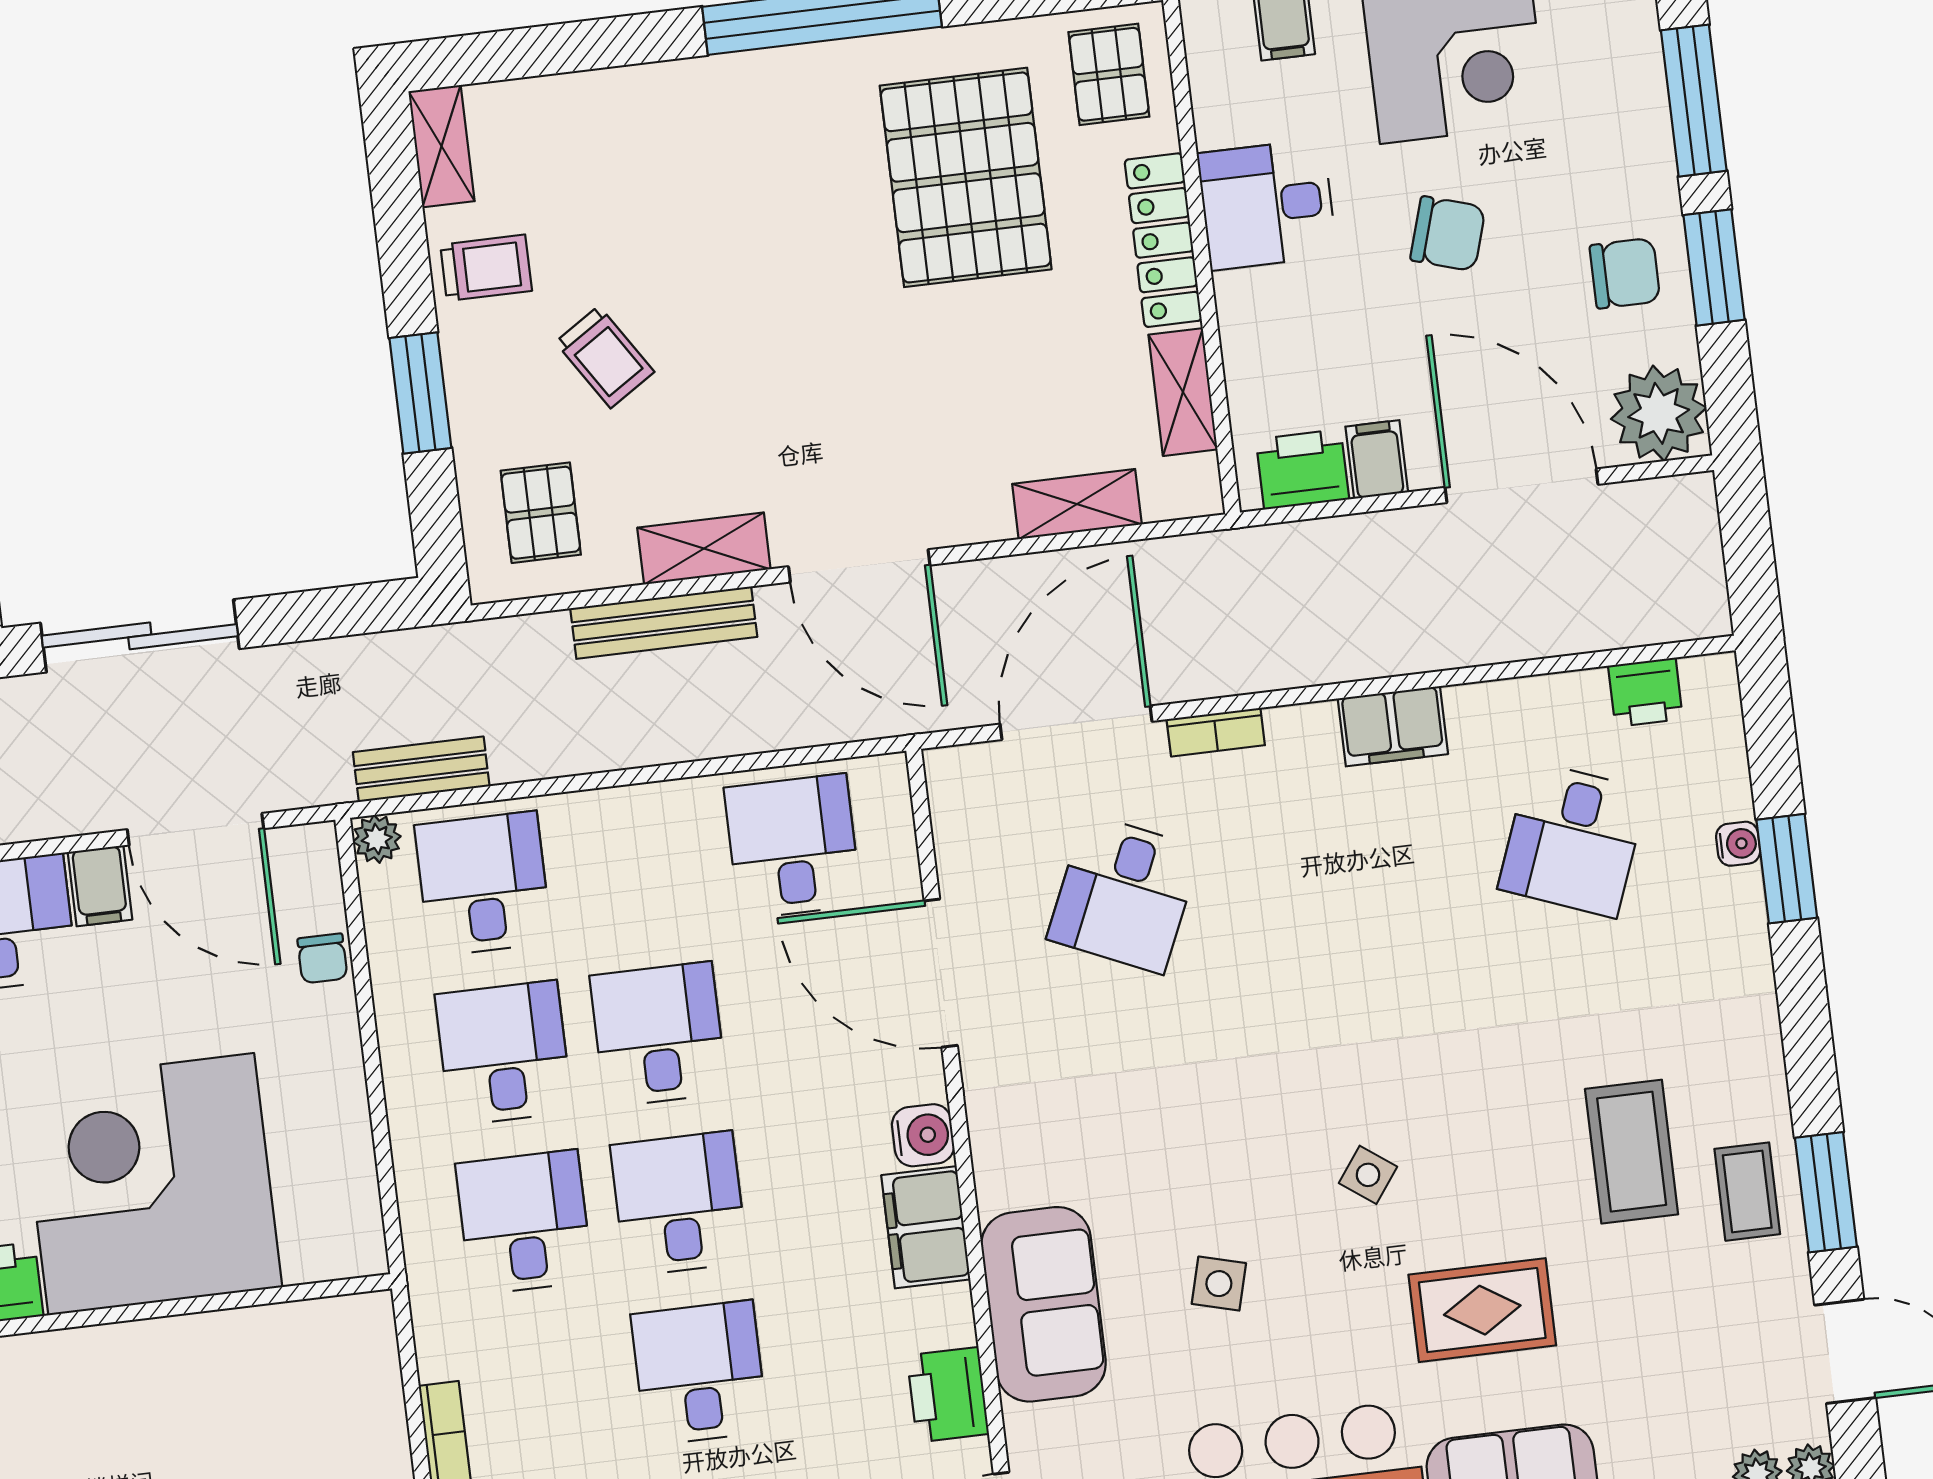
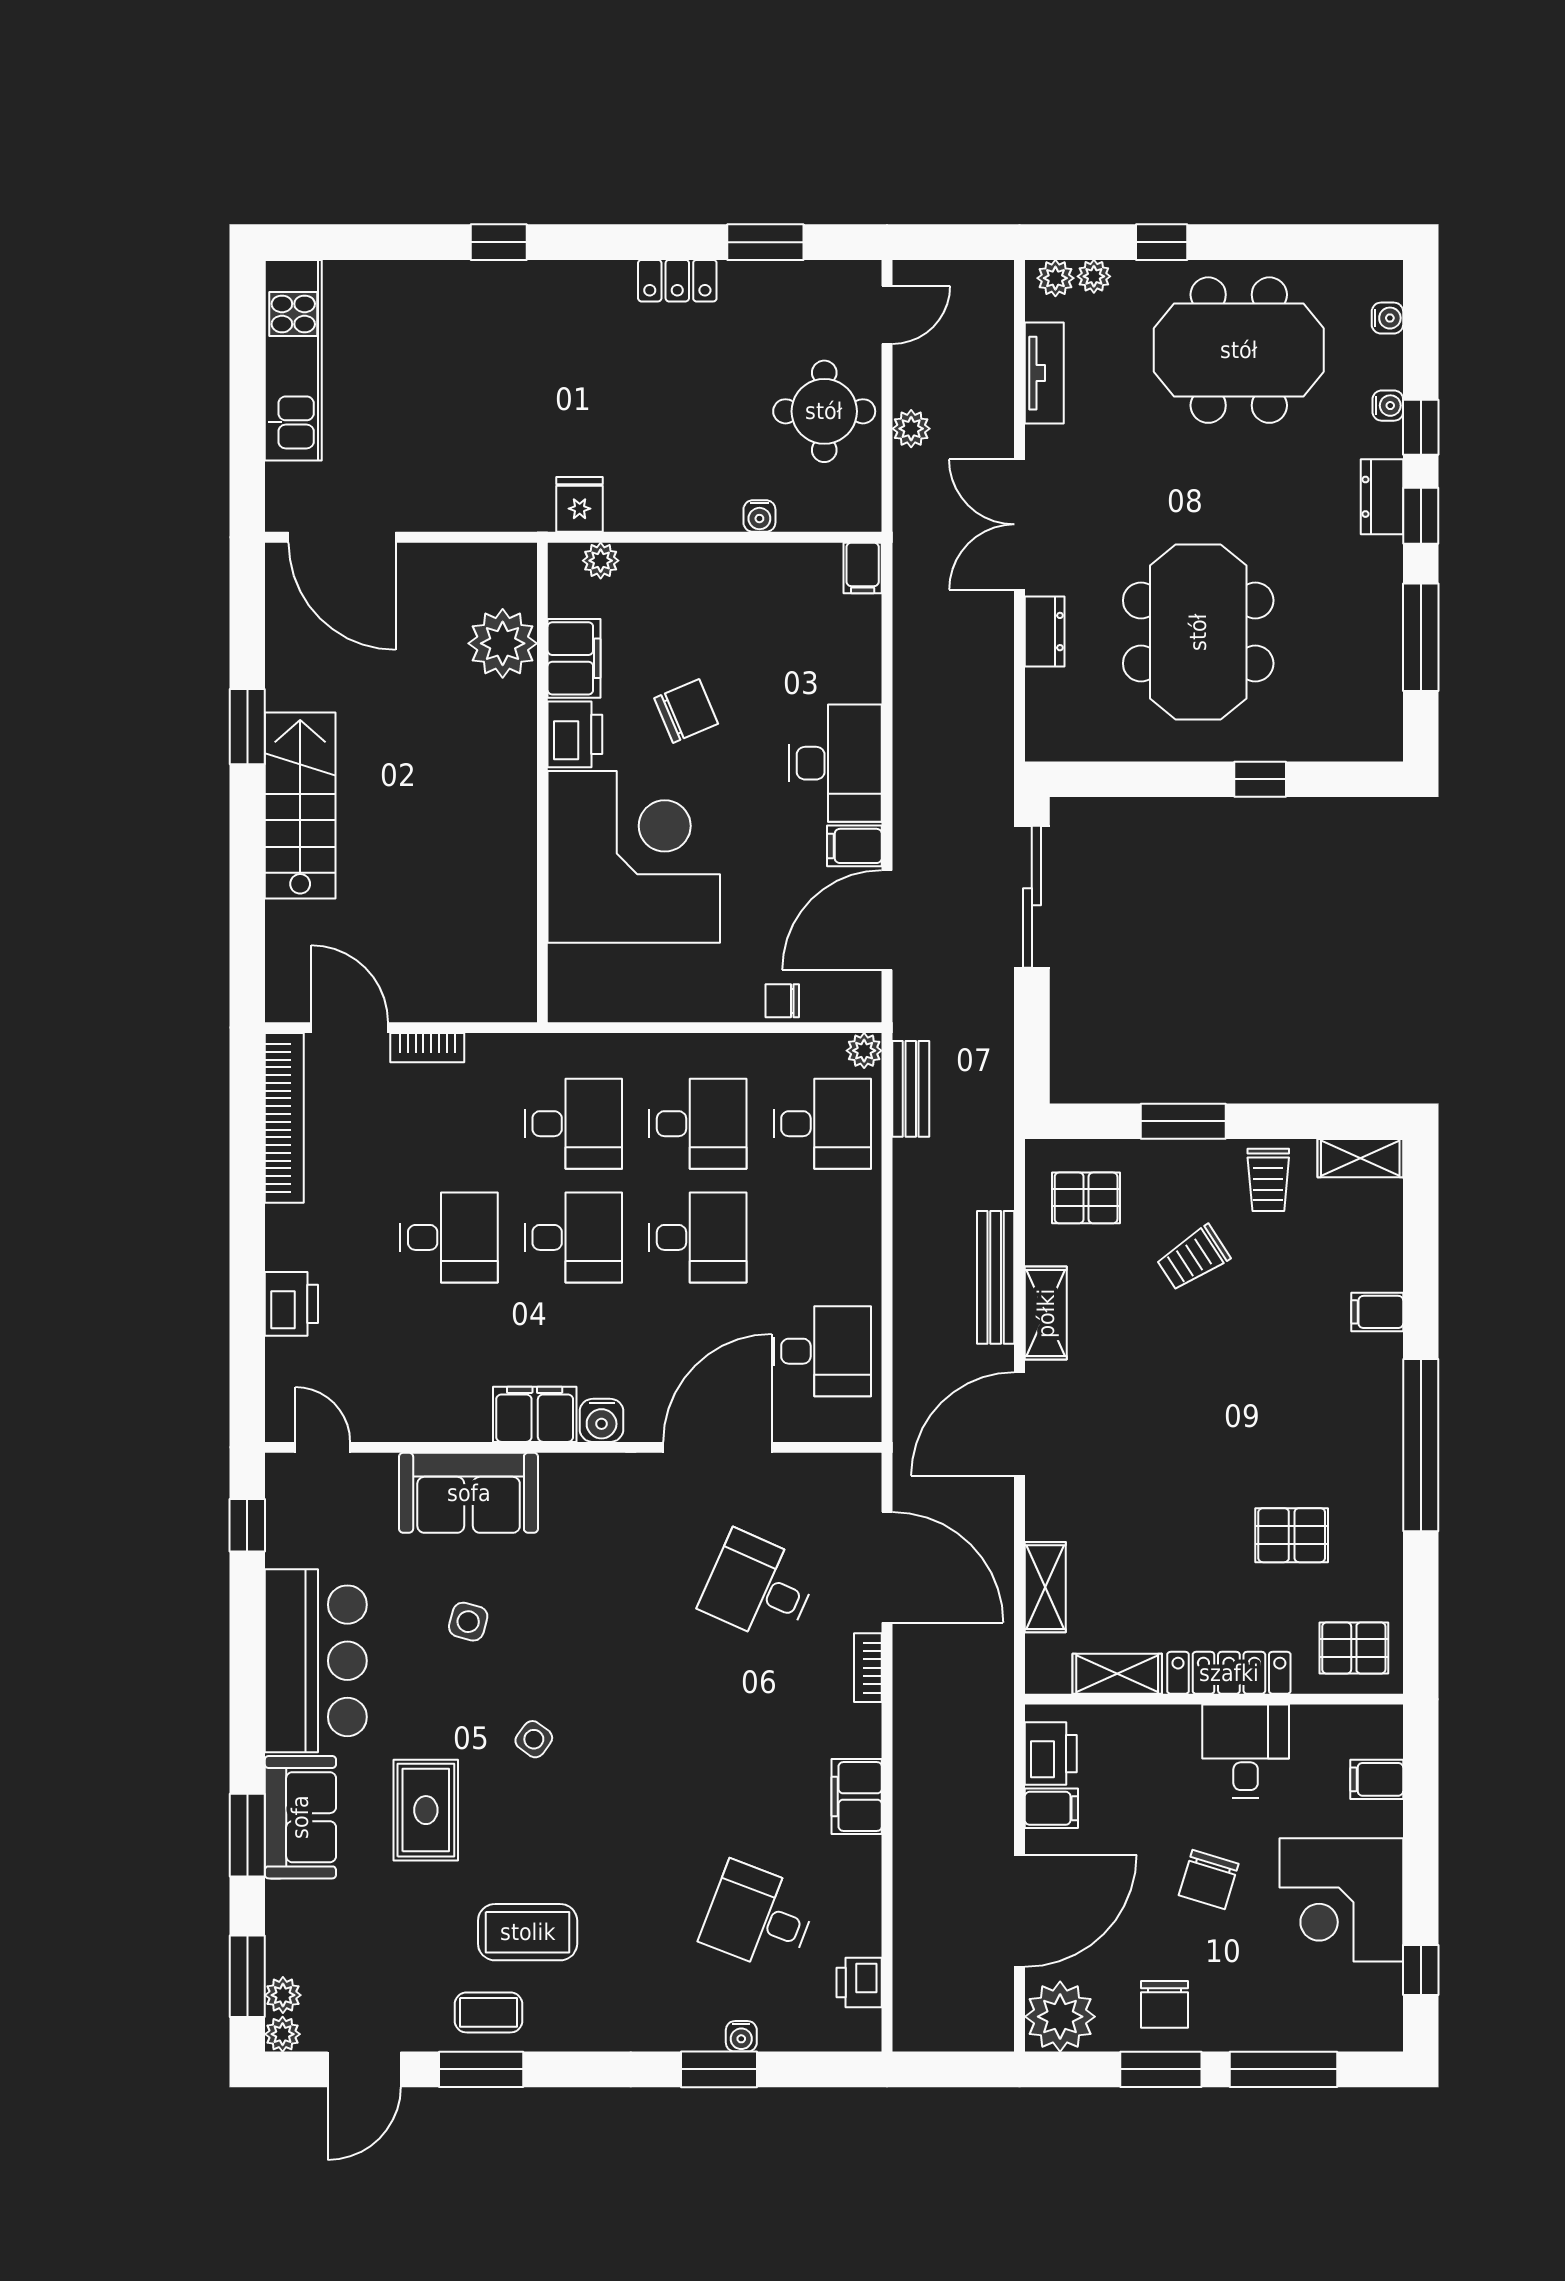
filing cabinet: (648, 98) -> (1377, 1312), added
pallet: (966, 177) -> (1292, 1535), width x0.49, depth x0.50
printer: (948, 1395) -> (411, 1416), removed

